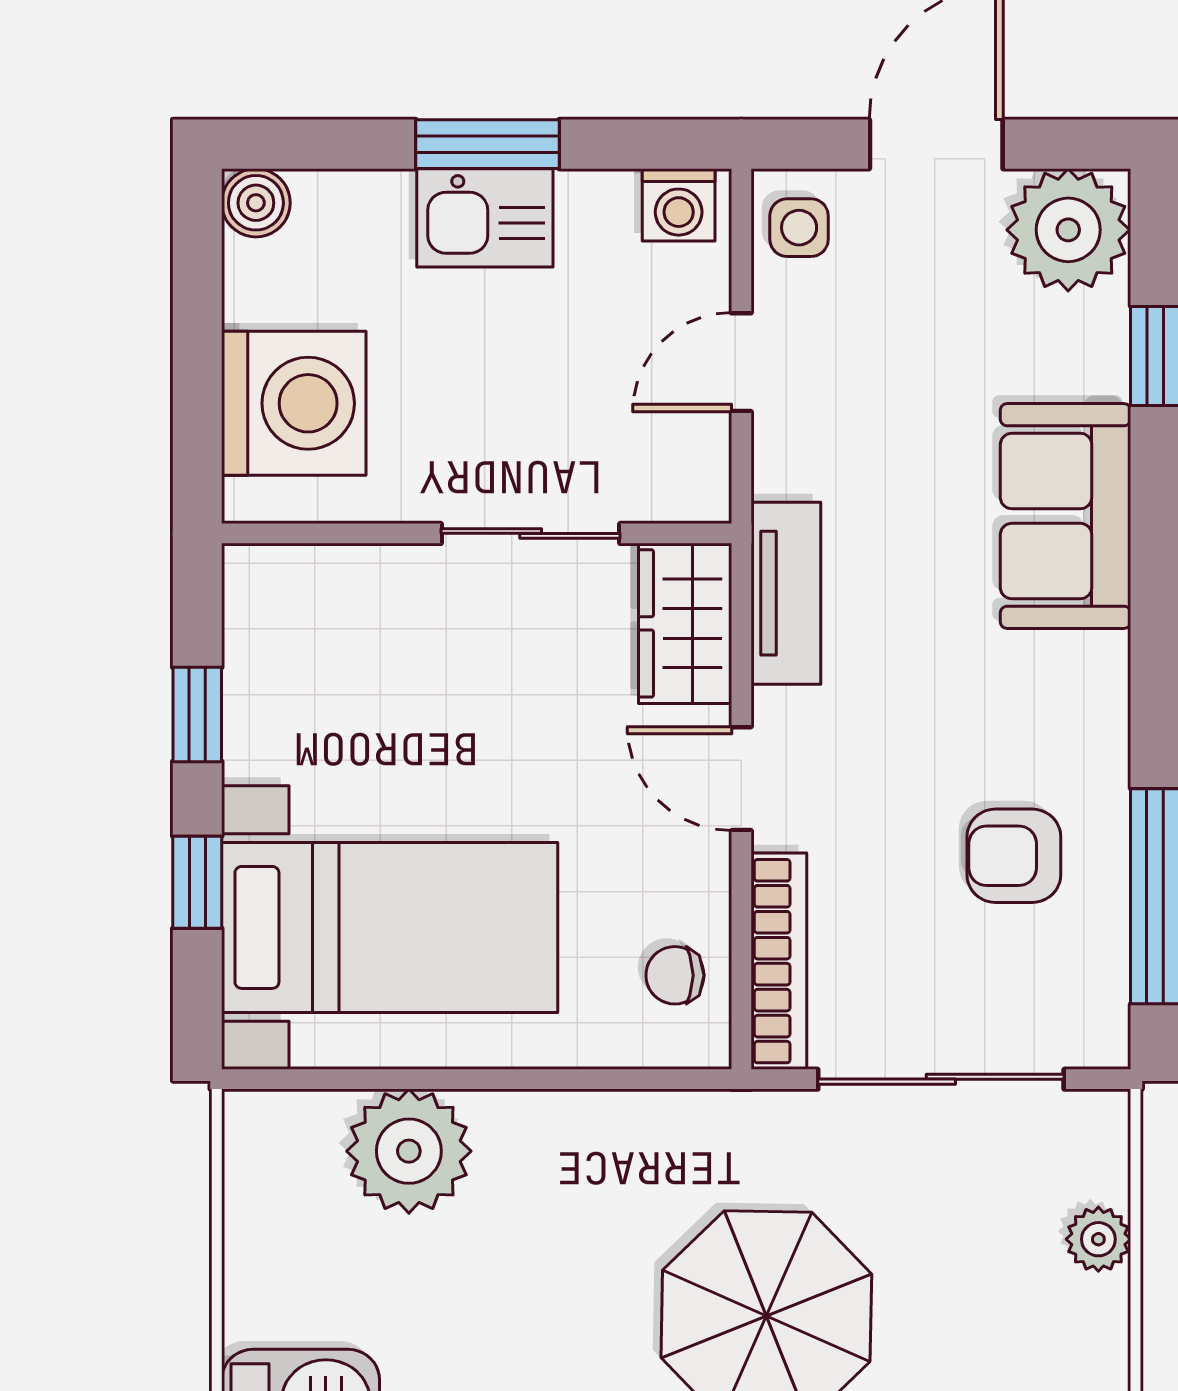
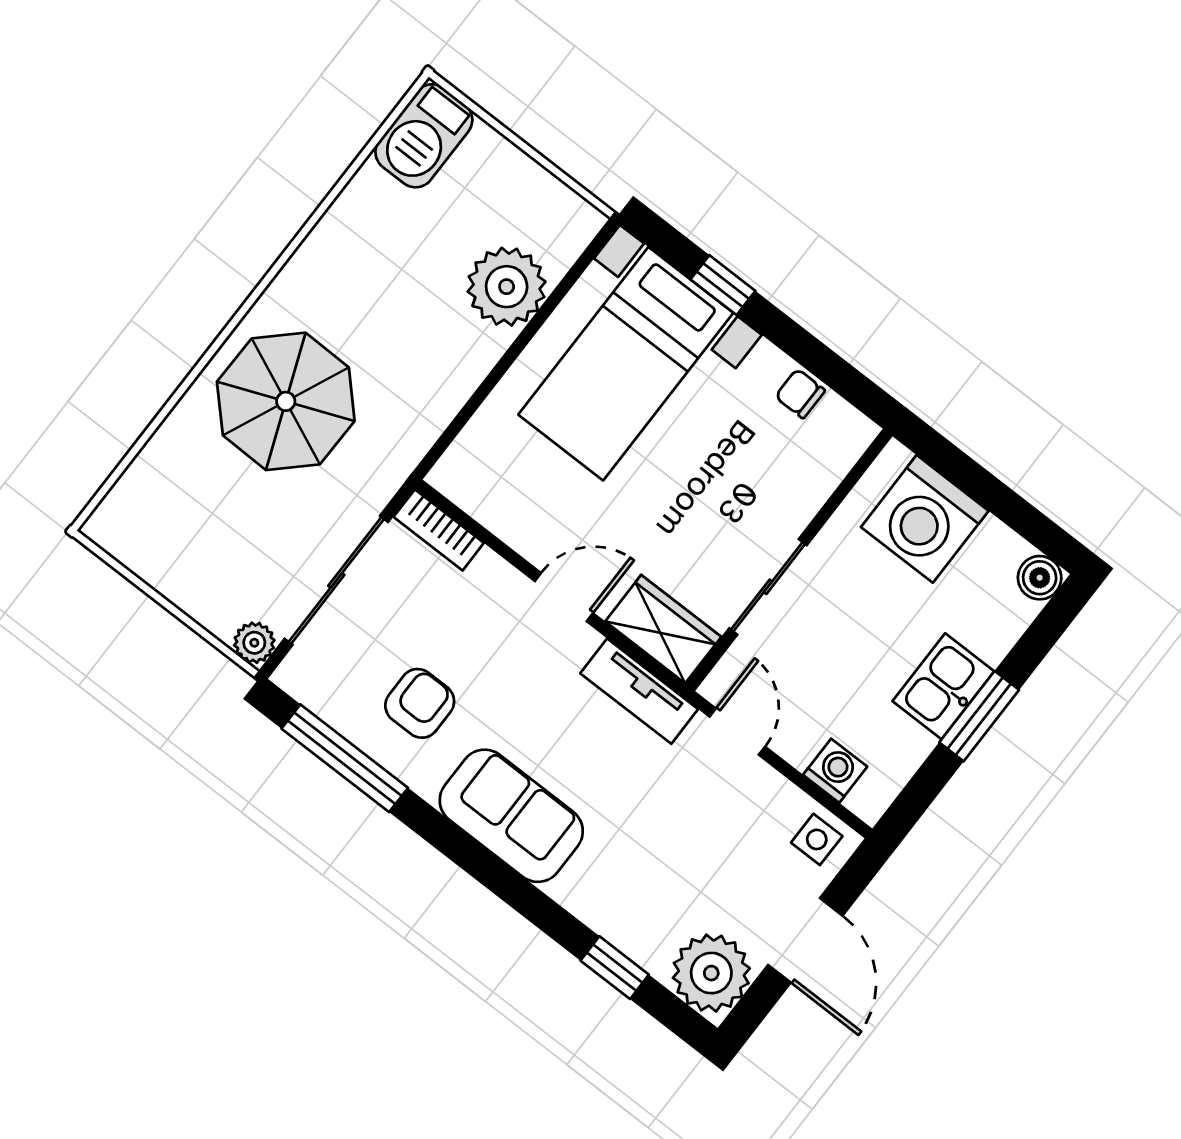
washing machine: (679, 205) -> (835, 771), moved, turned 90
door: (741, 362) -> (737, 732), moved
sofa: (1066, 516) -> (511, 816), moved
window: (197, 714) -> (807, 350), removed
bookcase: (779, 961) -> (439, 530), width x0.64
chair: (675, 975) -> (800, 394), moved, turned -90
plant: (1098, 1239) -> (254, 643), moved

